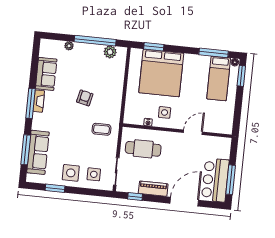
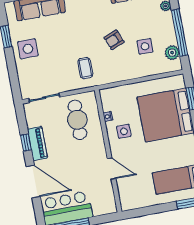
armchair: (85, 98) -> (114, 40), turned 145
side table: (94, 174) -> (145, 46), moved
window: (135, 197) -> (26, 143), moved

